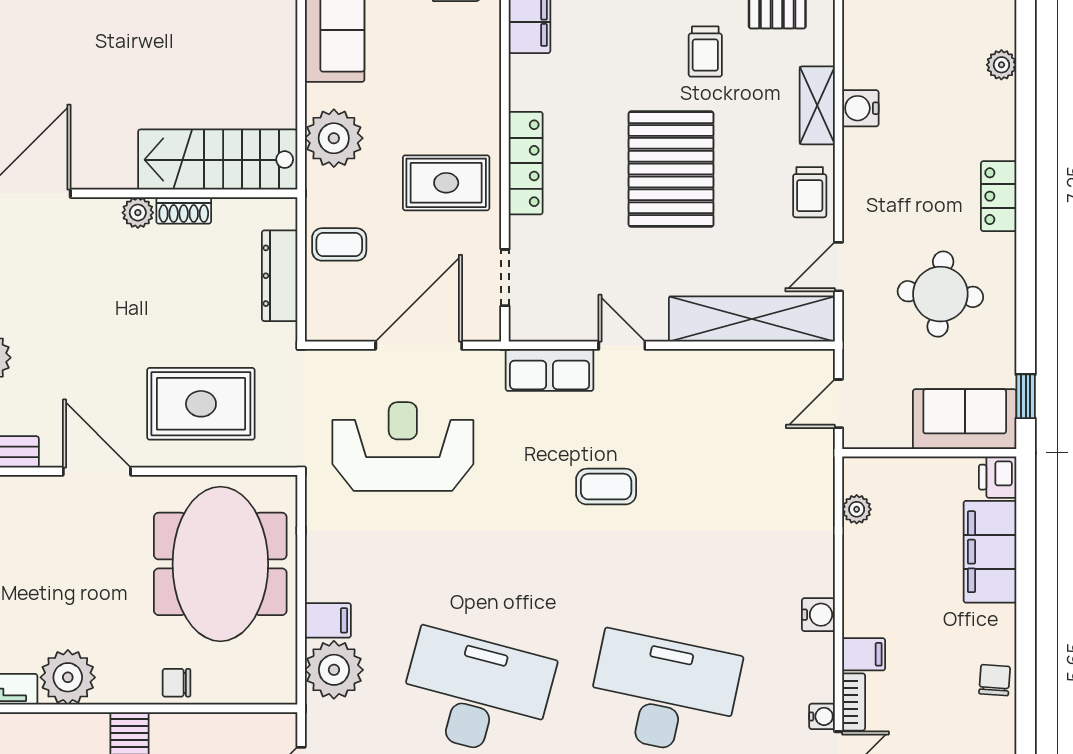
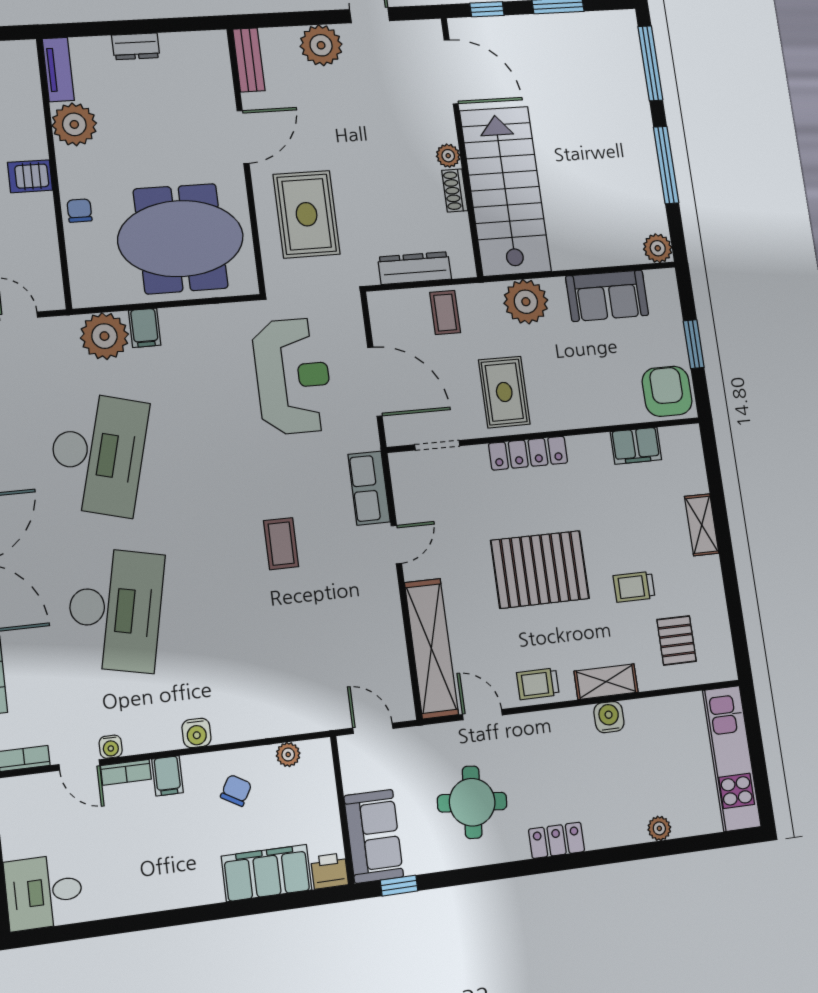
stairs: (218, 160) -> (505, 191), width x1.36, depth x1.51
chair: (995, 680) -> (236, 790), moved, turned -64

